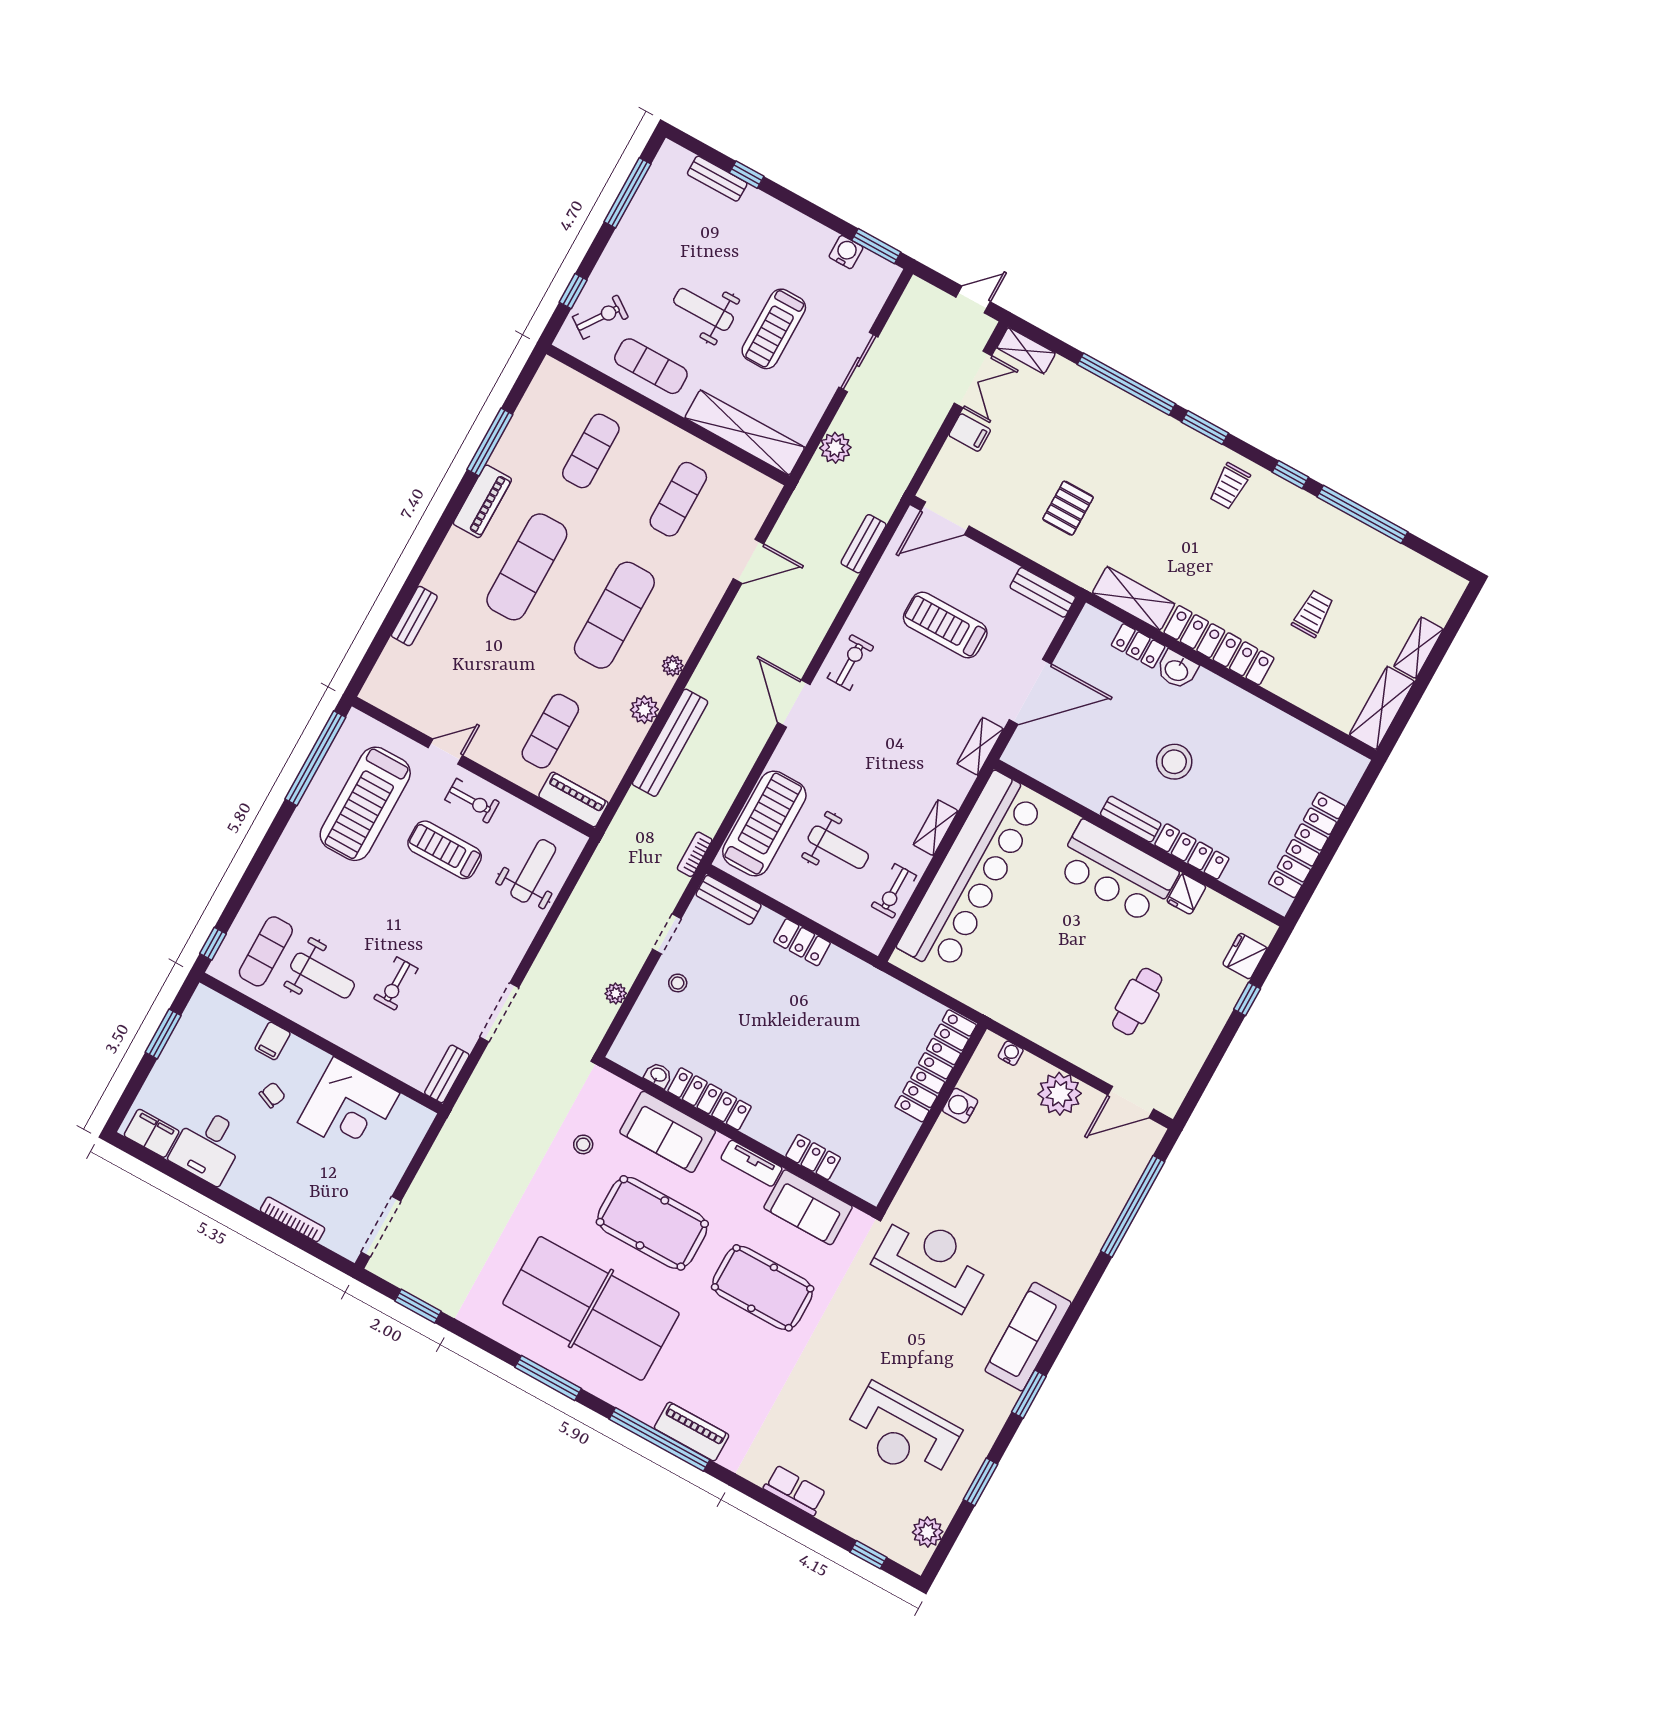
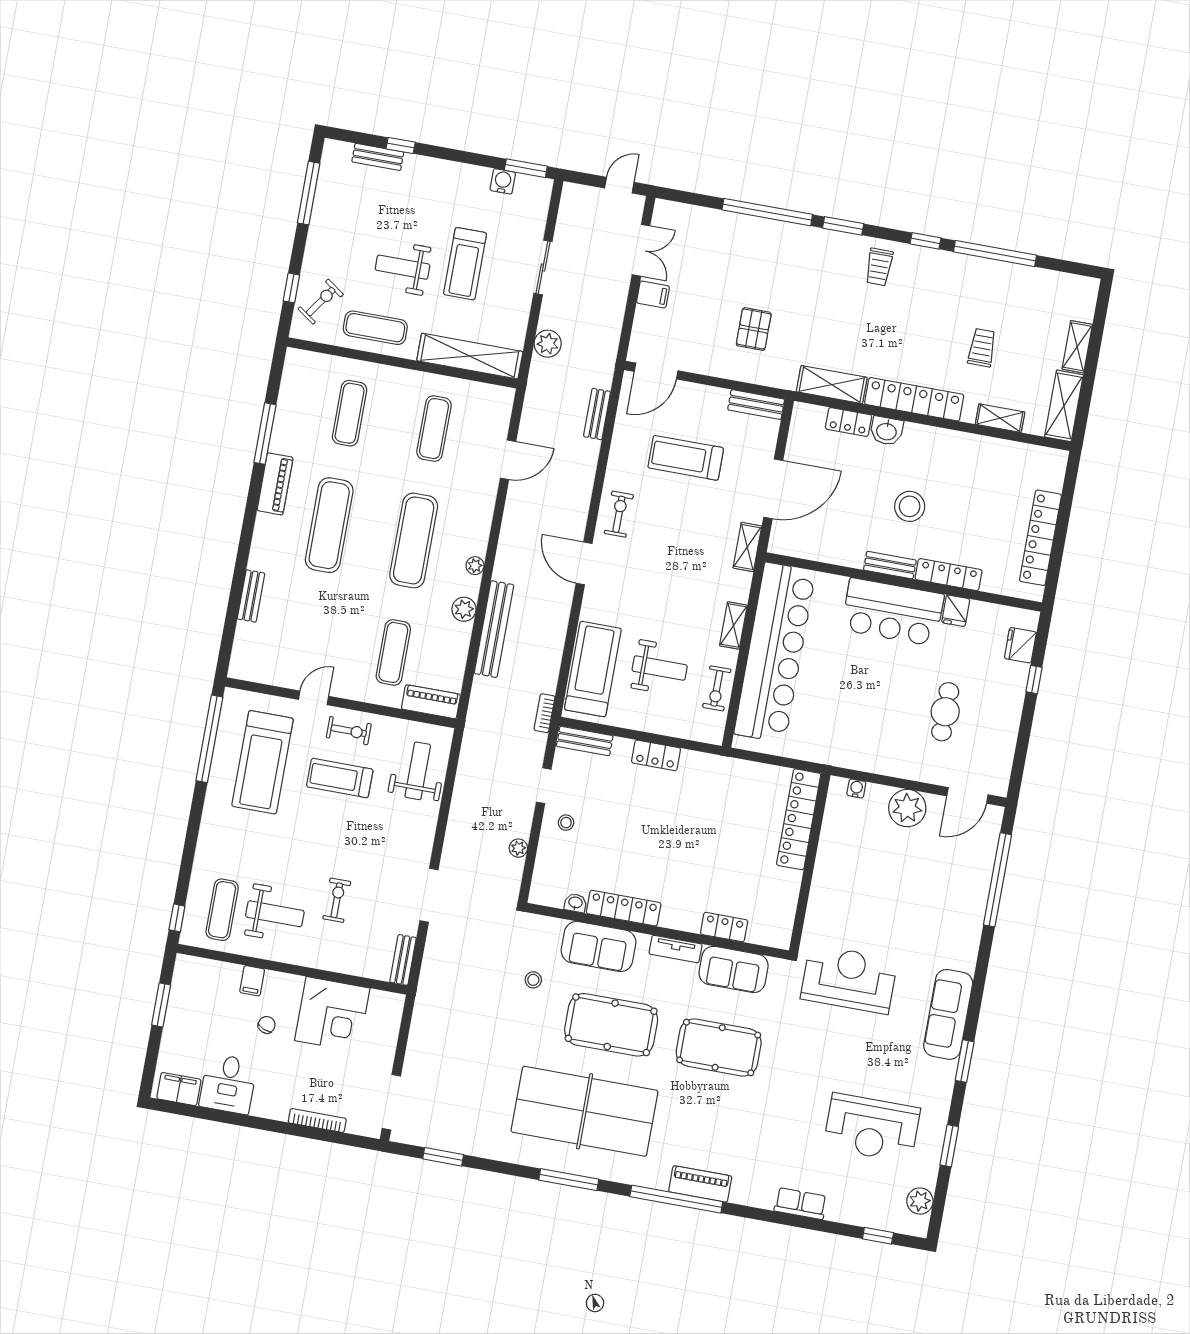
shelving: (1026, 351) -> (1000, 418), moved
exercise bike: (396, 984) -> (337, 900), turned 180
water cooler: (960, 1106) -> (830, 845), removed

